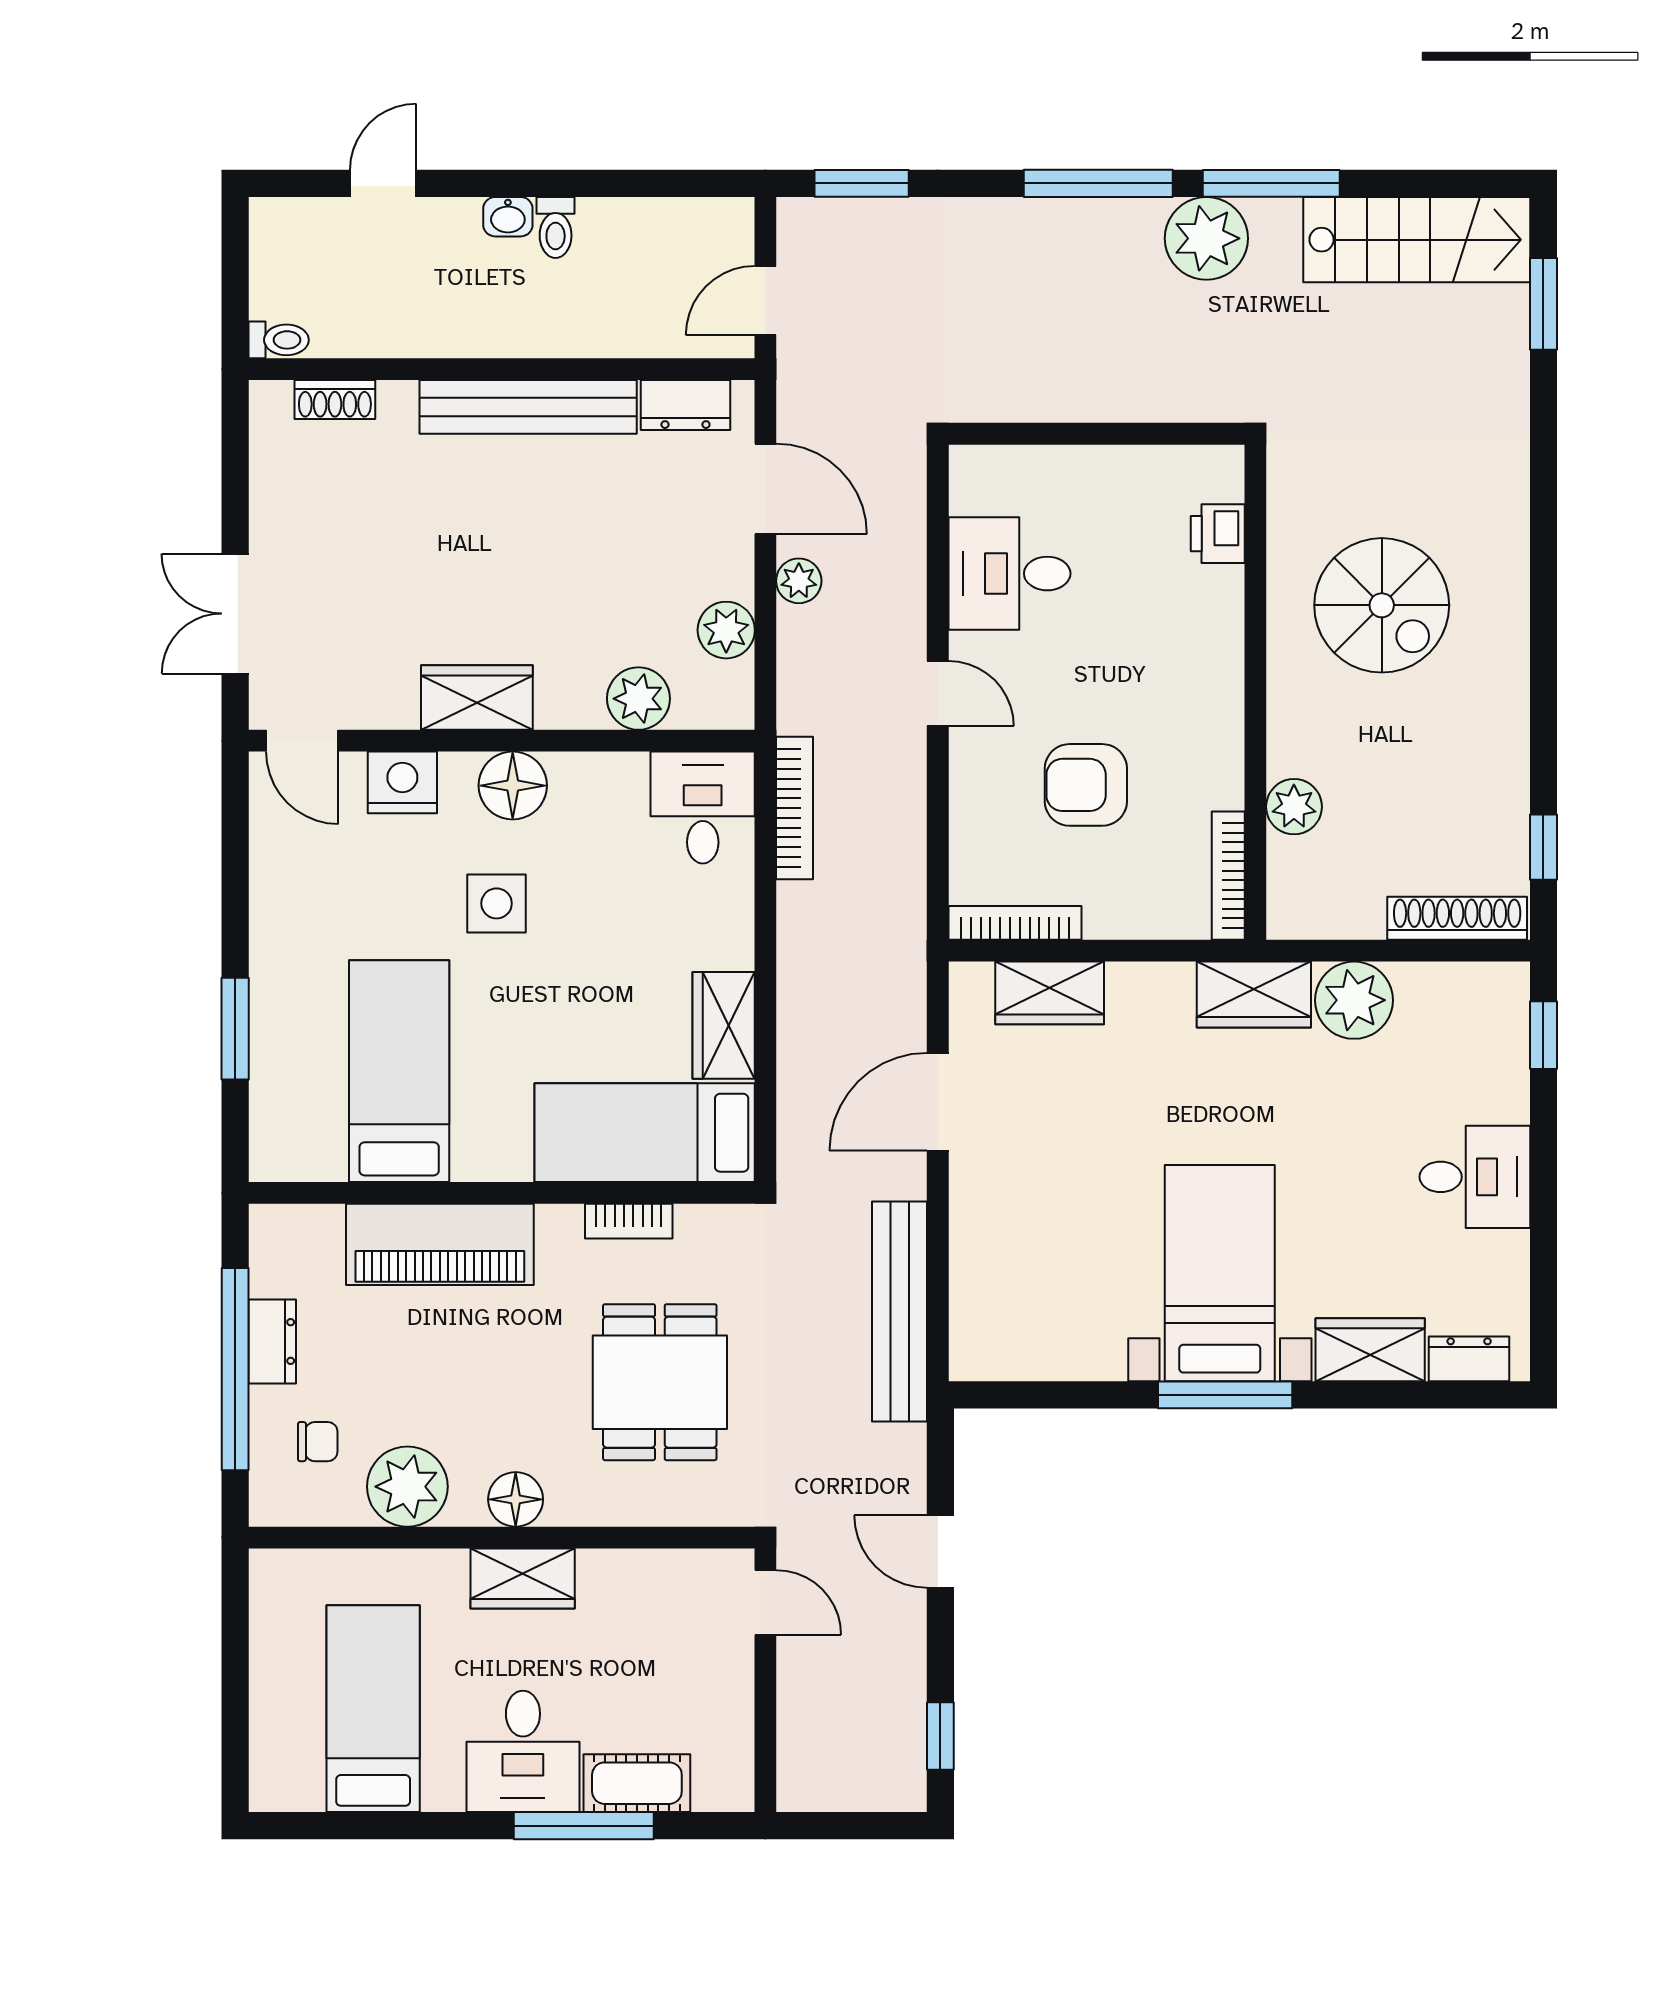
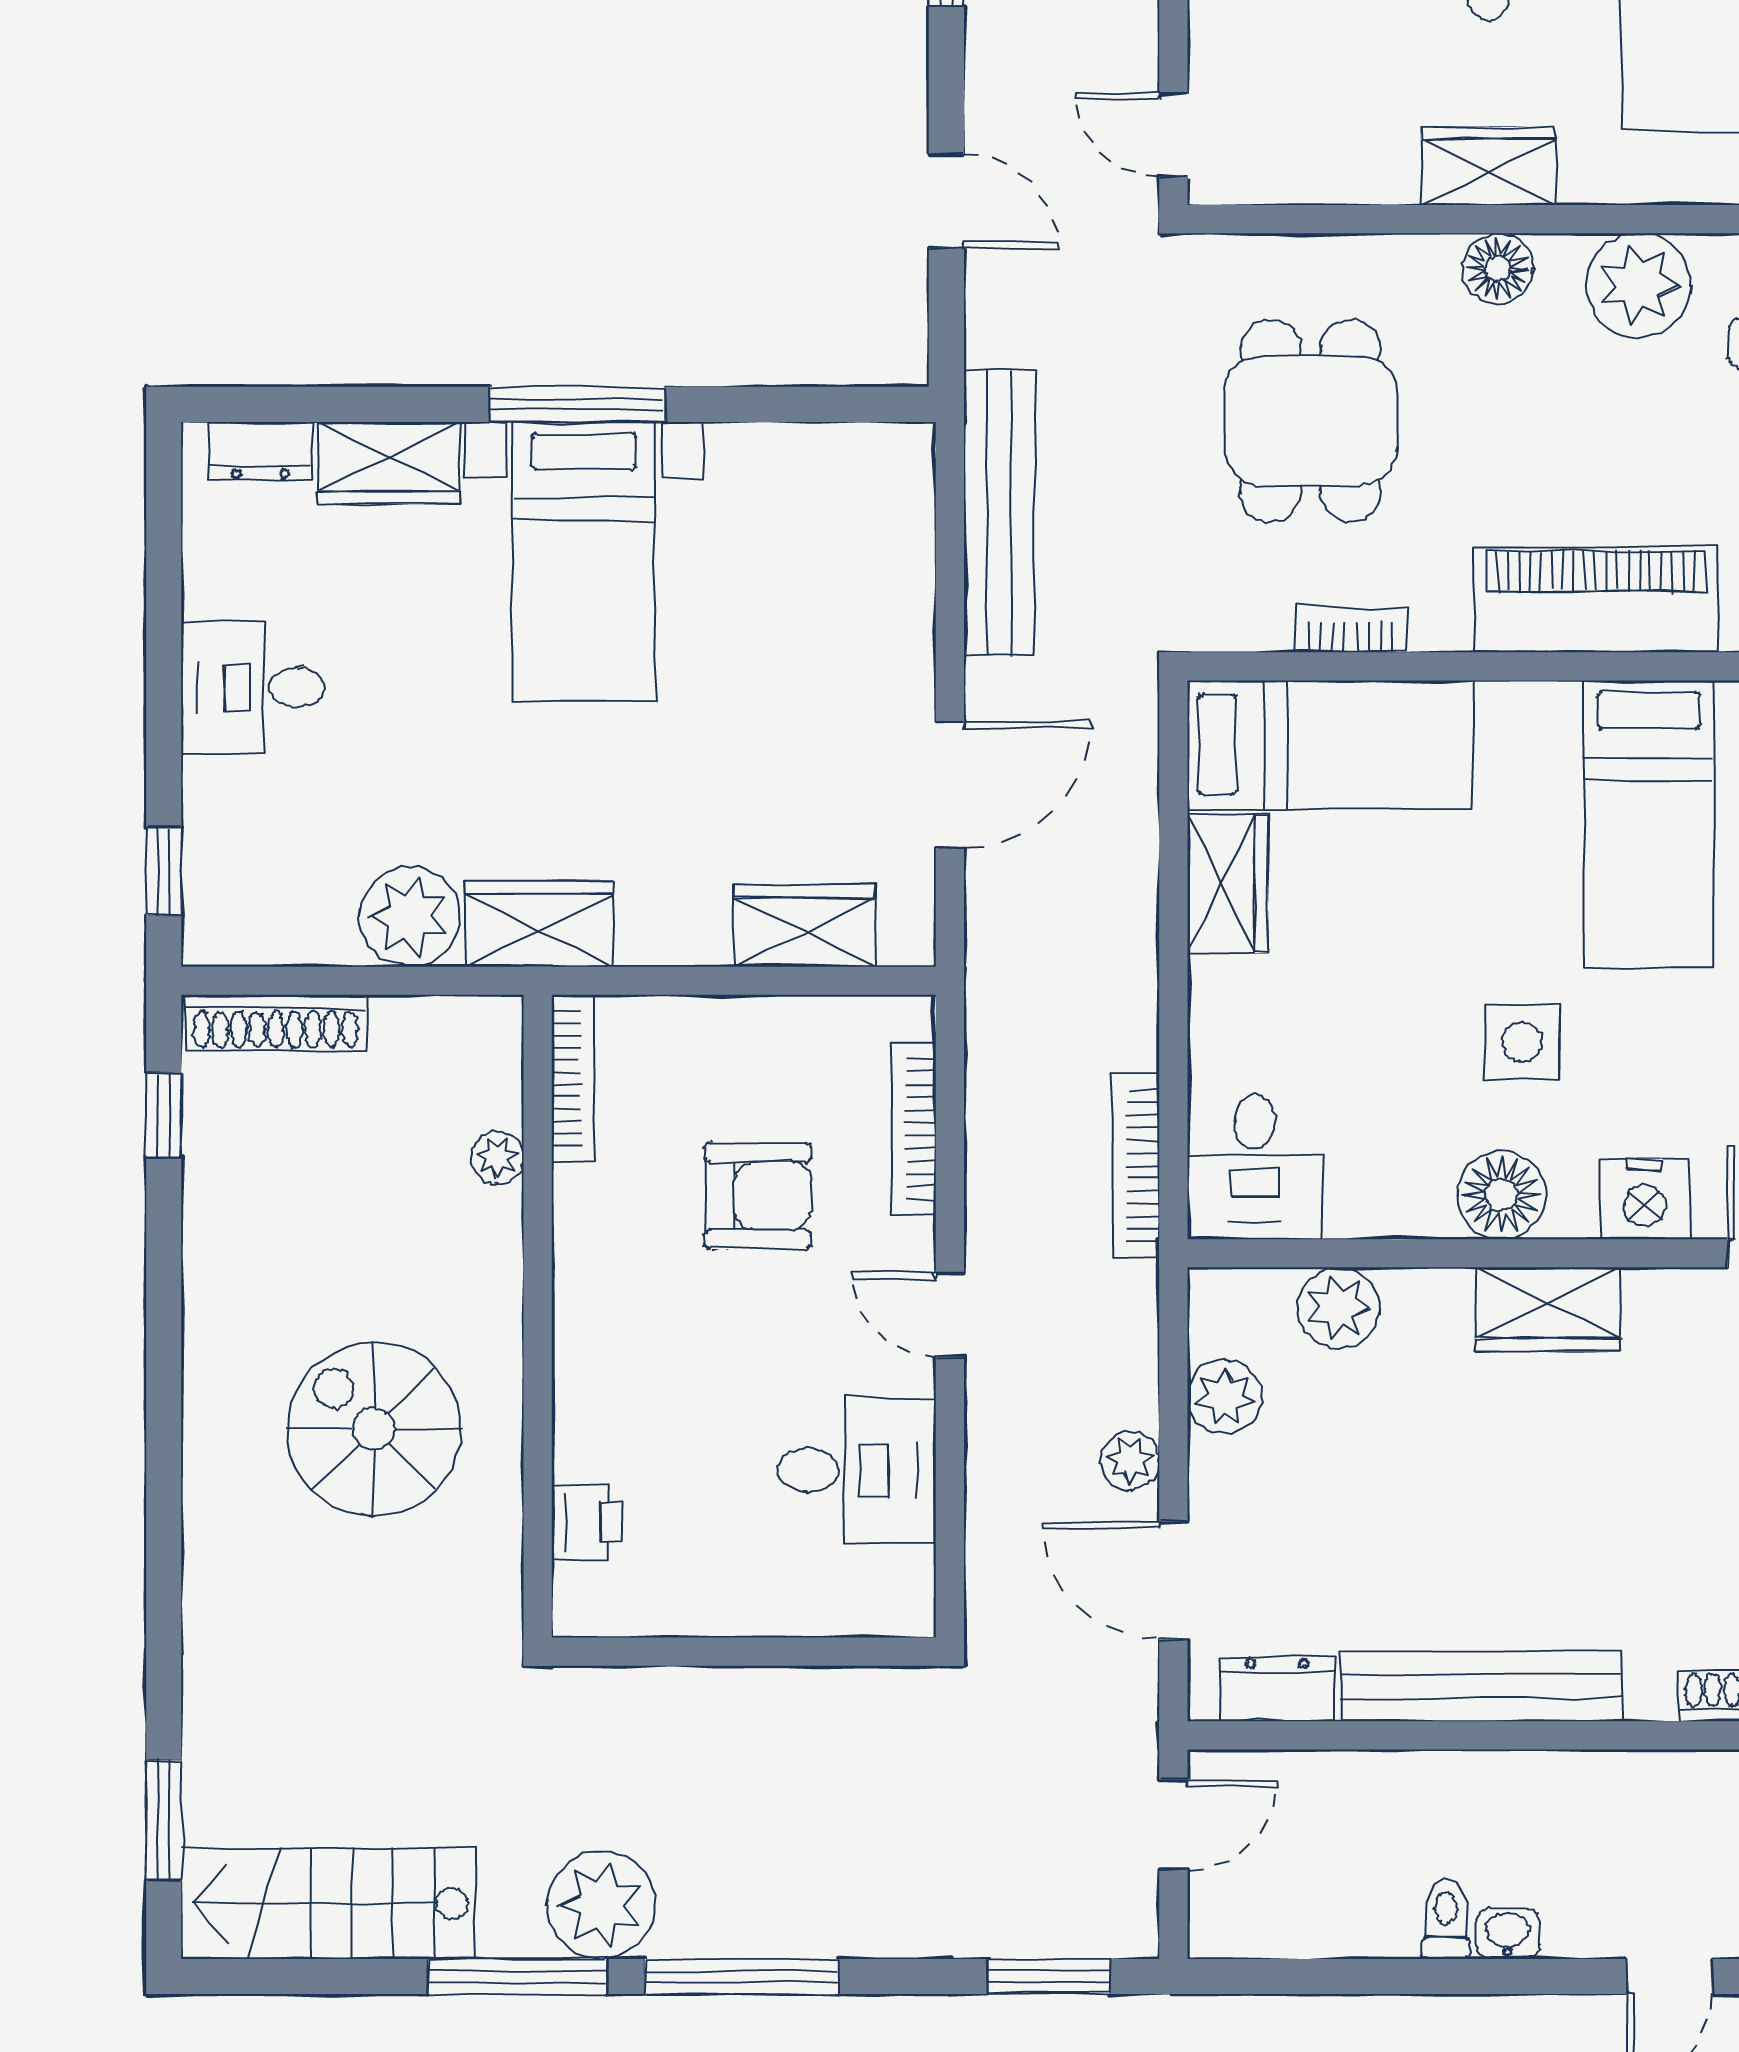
plant: (1294, 807) -> (497, 1158), width x0.73, depth x0.73
bookcase: (1015, 923) -> (914, 1129), moved, turned 90

